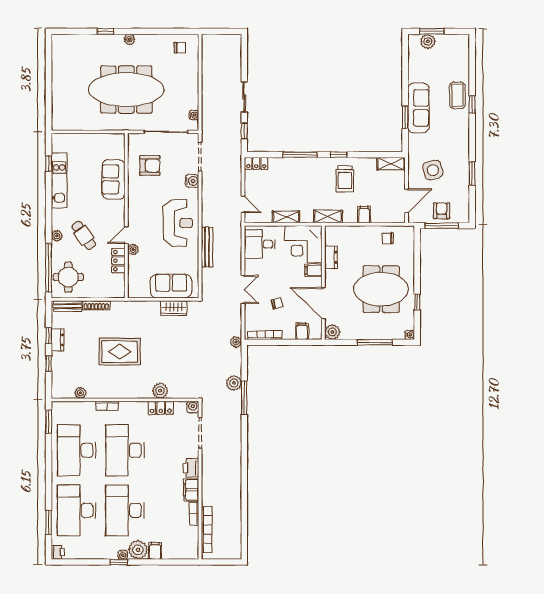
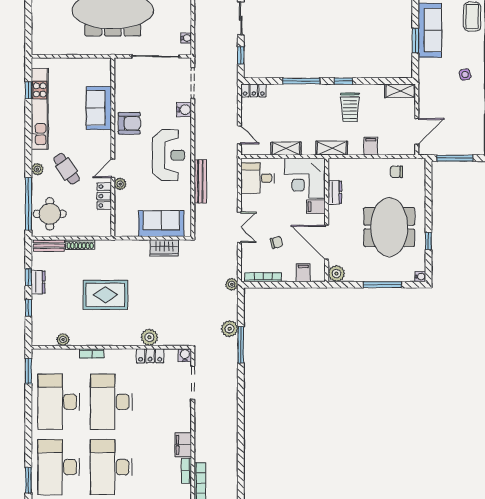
armchair: (150, 166) -> (129, 123), moved
side table: (433, 170) -> (465, 74), moved, width x0.54, depth x0.54
kitchen unit: (59, 180) -> (40, 109), width x1.36
armchair: (442, 211) -> (455, 142), removed
meeting table: (381, 289) -> (389, 227), turned 90
printer: (191, 468) -> (183, 421), removed

